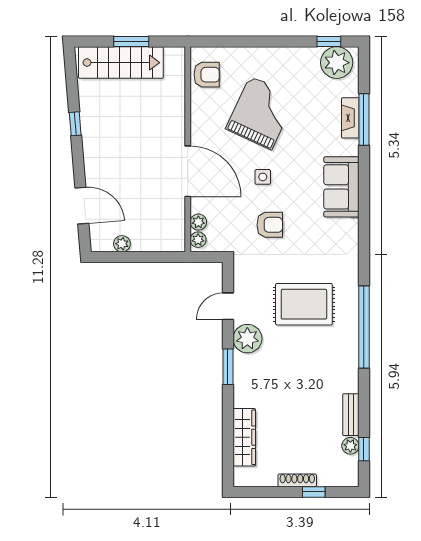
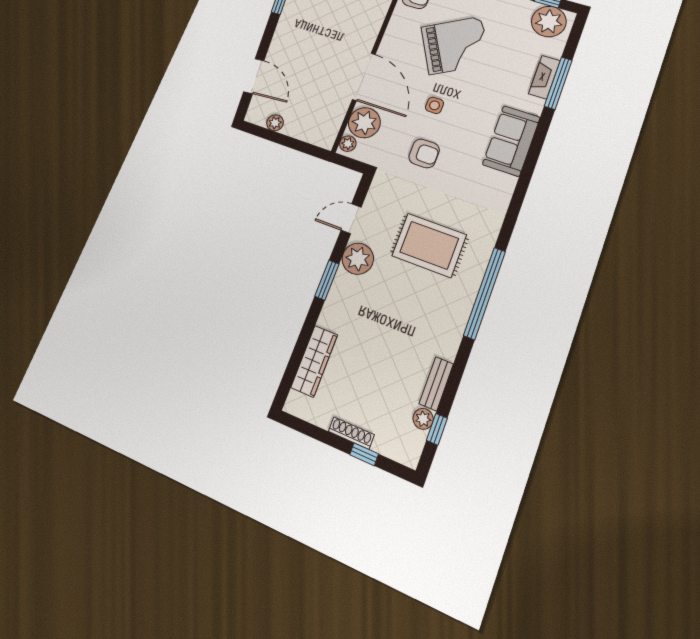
grand piano: (261, 113) -> (455, 45), turned 36
plant: (198, 222) -> (364, 123), width x1.88, depth x1.88

